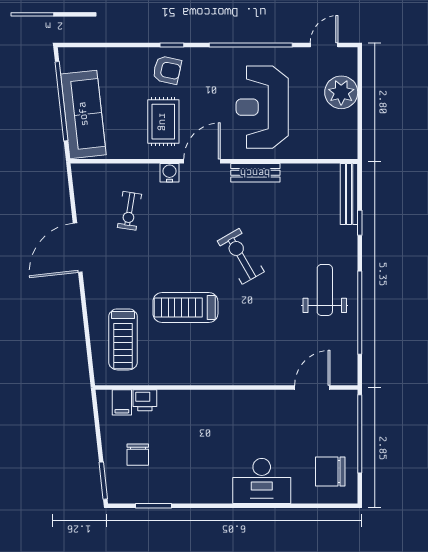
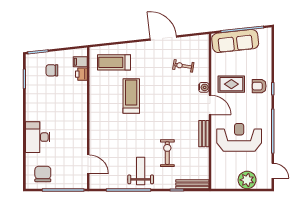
armchair: (167, 70) -> (259, 86), turned 78
exercise bike: (241, 256) -> (167, 153), moved, turned -60
weight bench: (325, 290) -> (141, 171), turned -90

